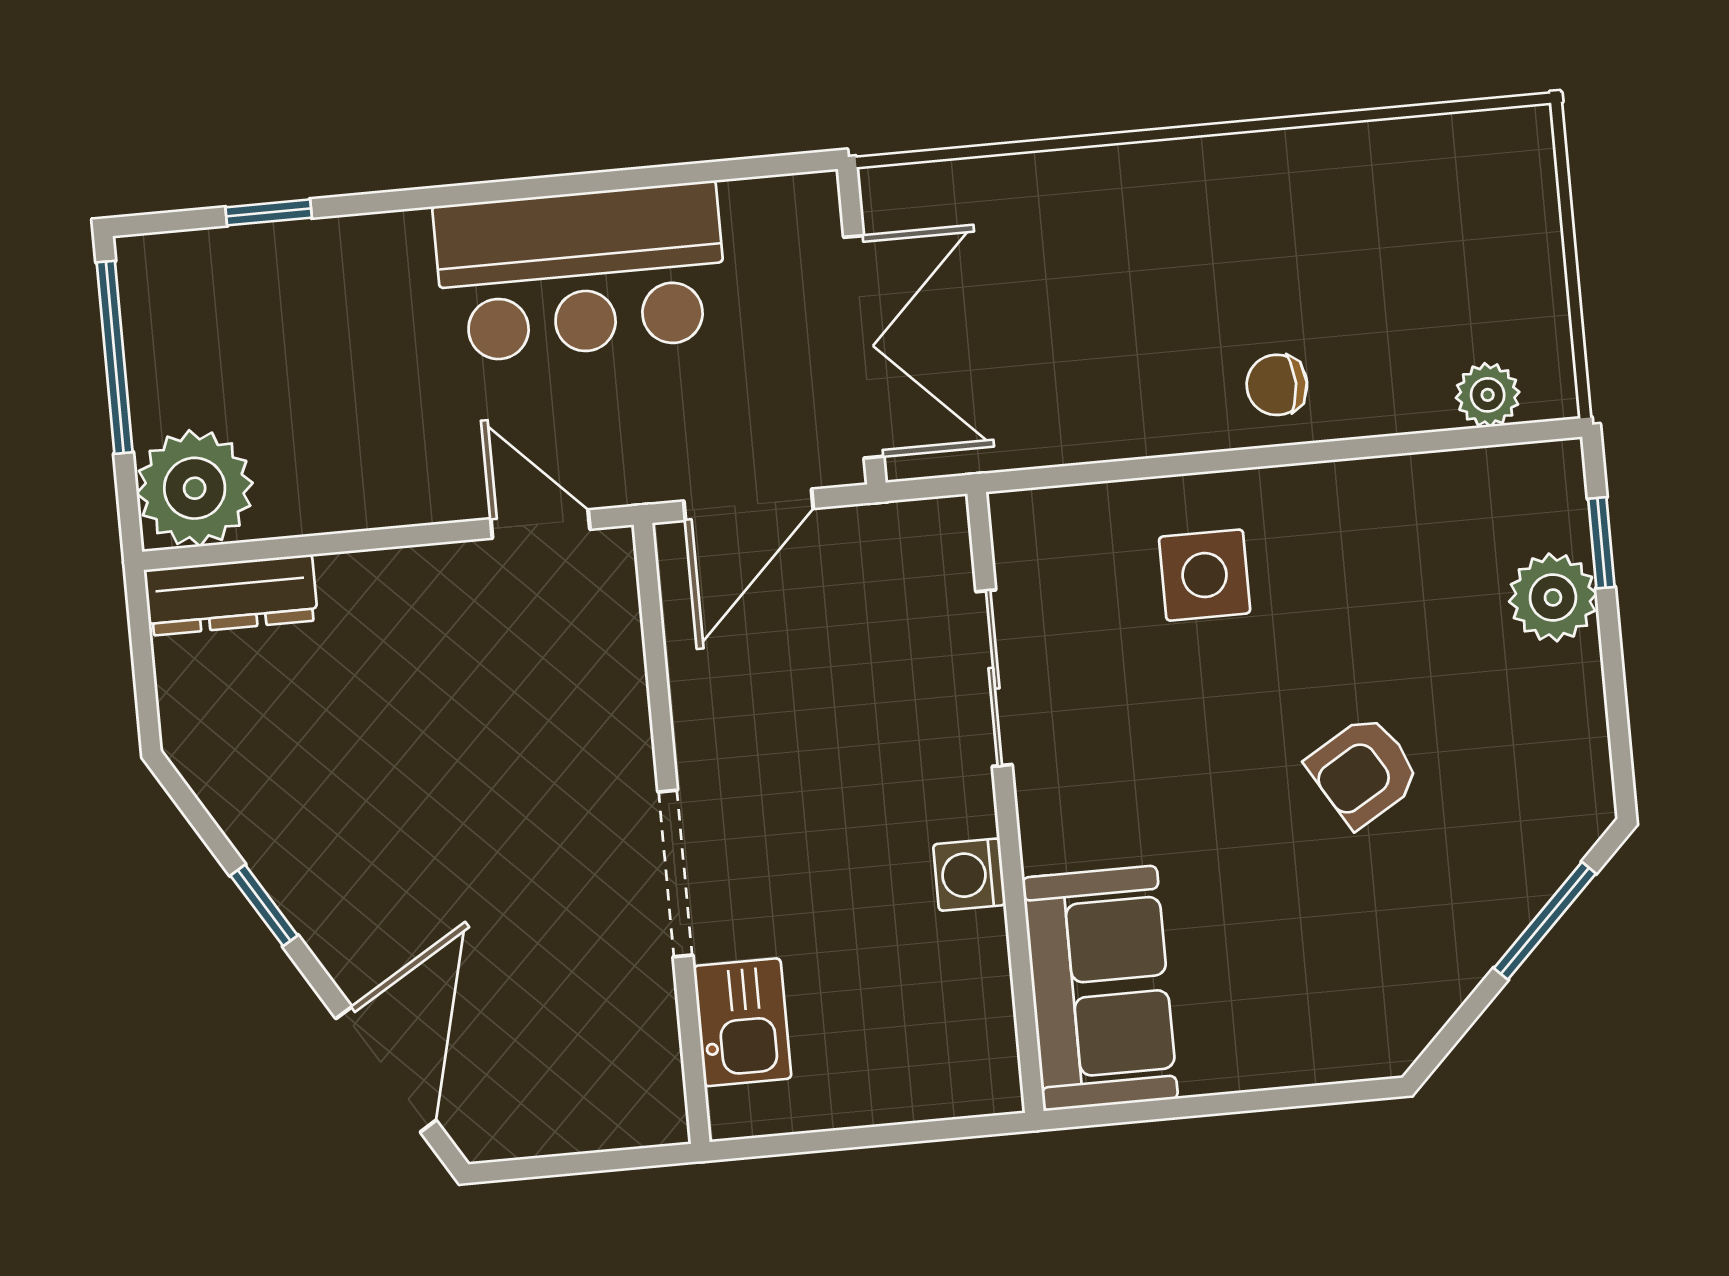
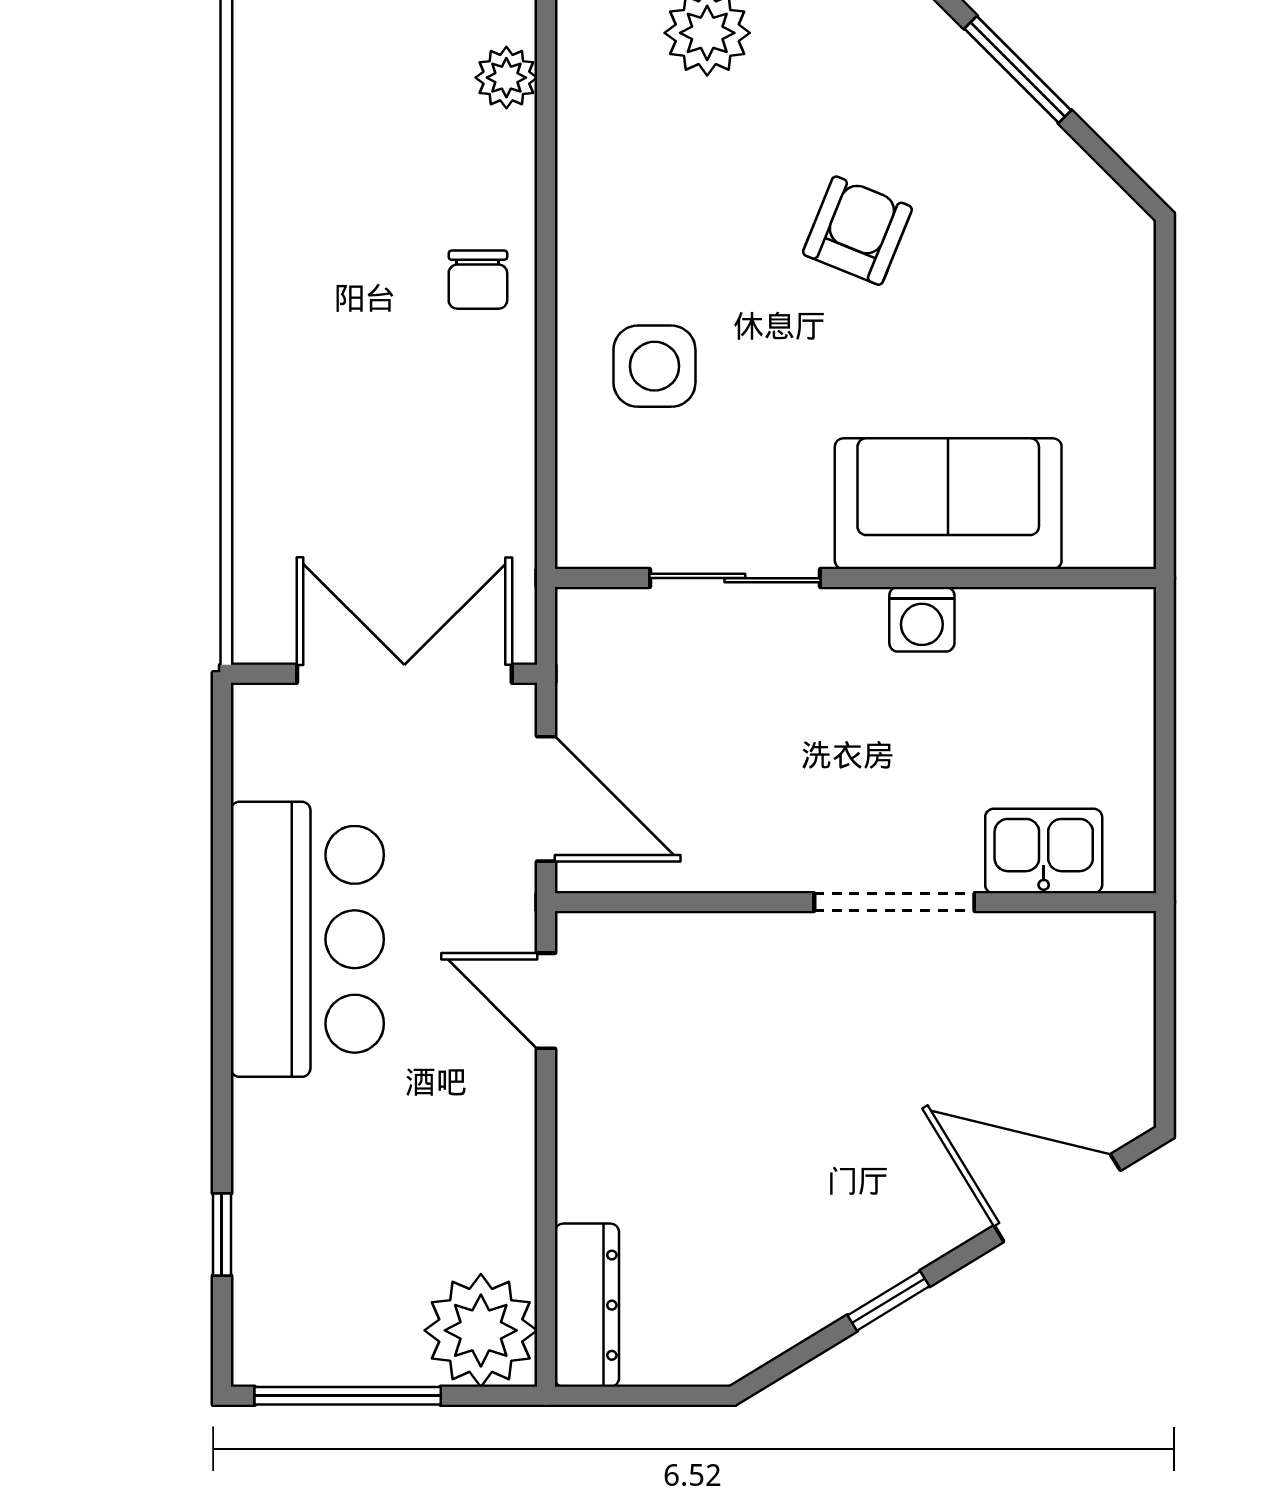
door: (540, 524) -> (546, 1001), hinge flipped
armchair: (1364, 771) -> (857, 231), turned -127
sofa: (1100, 988) -> (948, 504), moved

